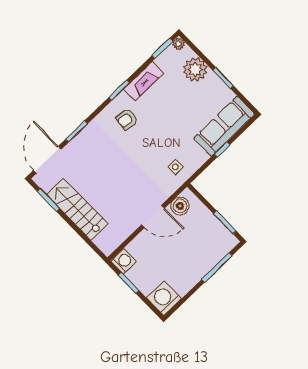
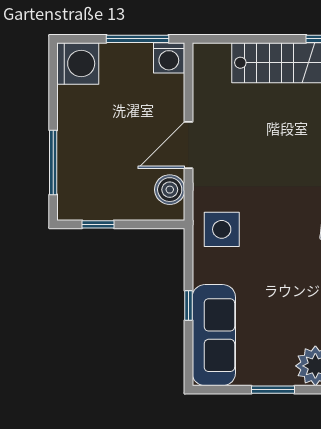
side table: (175, 167) -> (222, 229), width x1.87, depth x1.87
window: (225, 222) -> (98, 224), width x0.67
window: (128, 283) -> (138, 39), width x1.44

